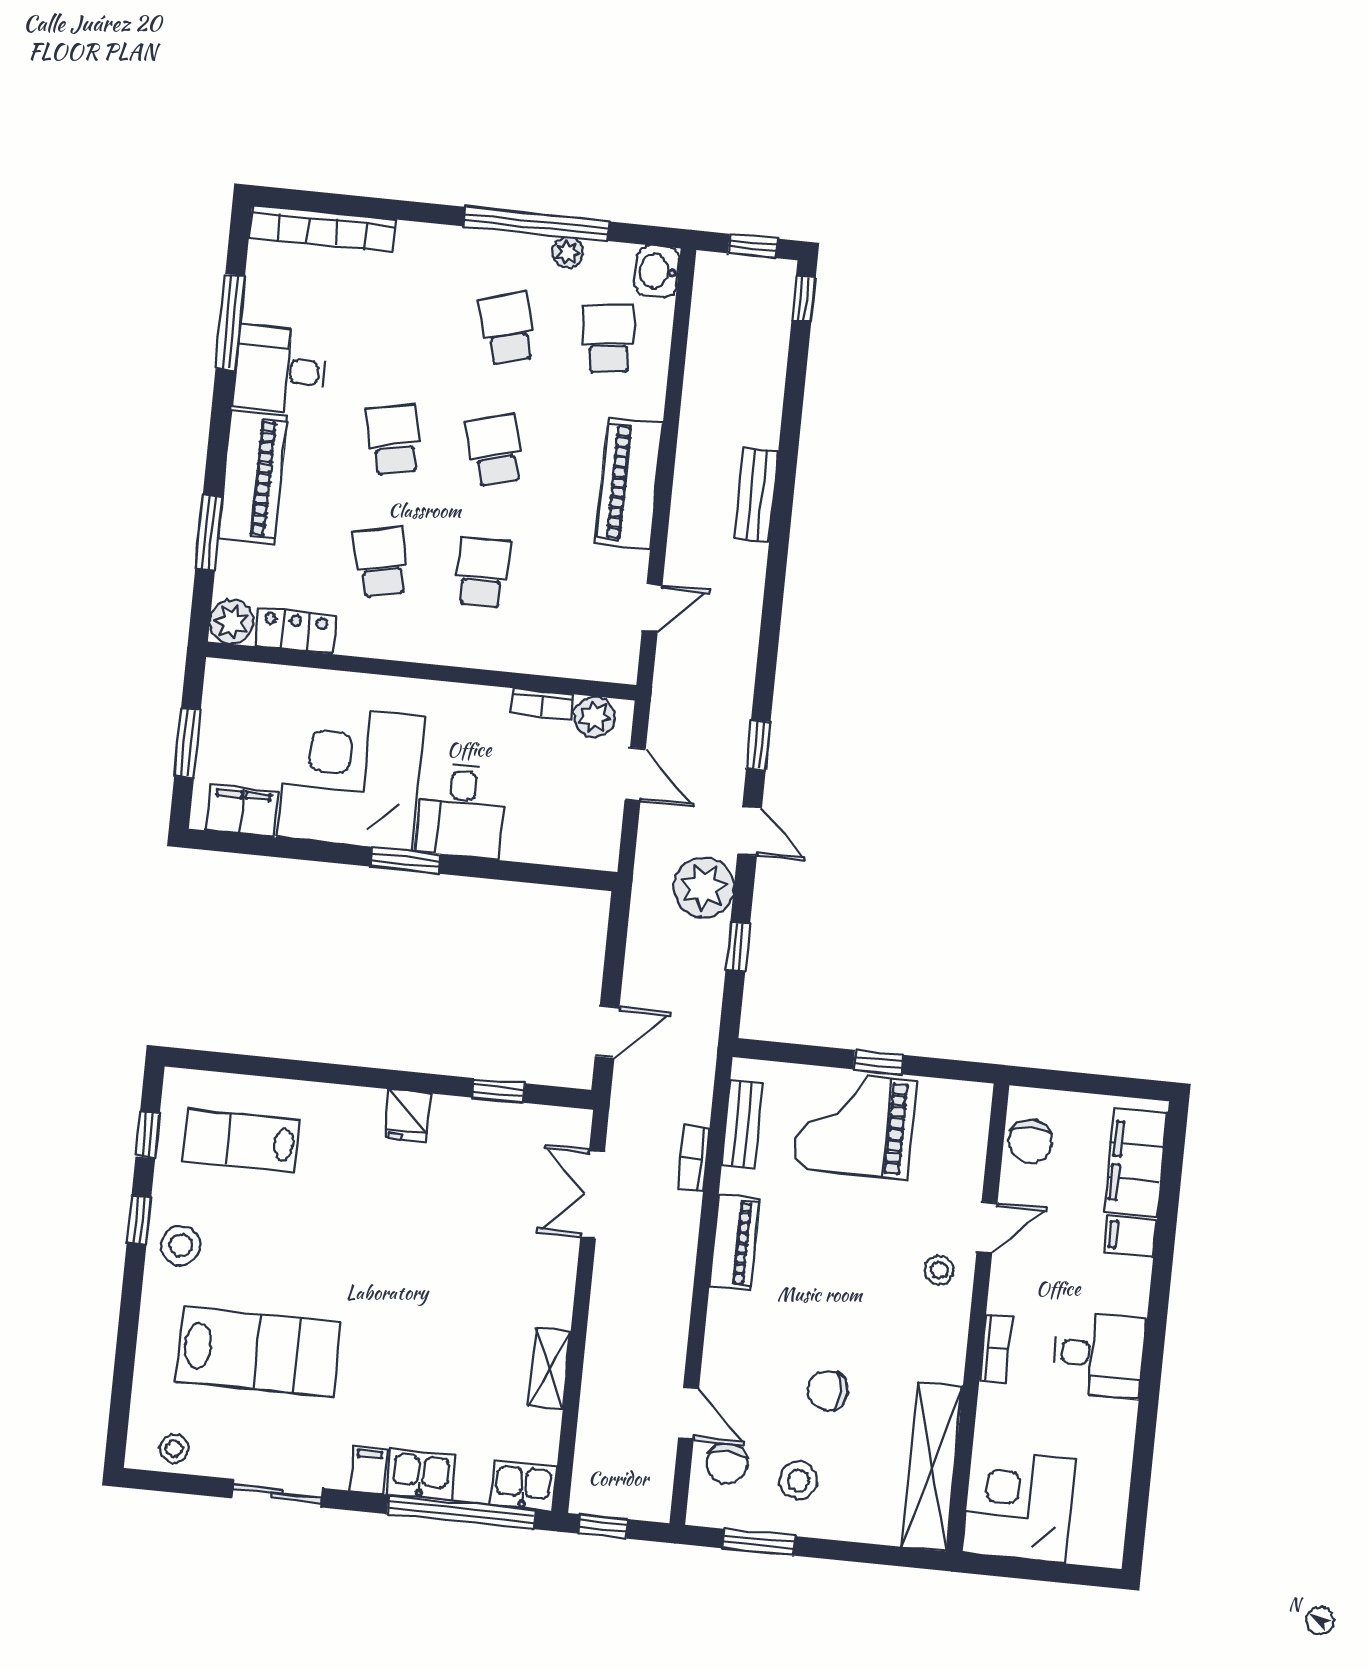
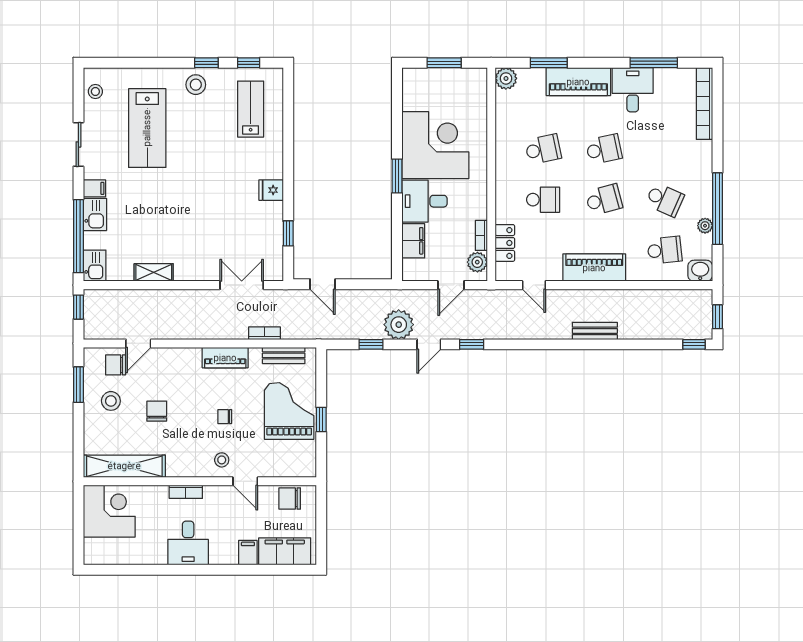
school desk: (507, 328) -> (665, 200), turned 39
locker: (295, 631) -> (505, 243), moved
filing cabinet: (242, 811) -> (413, 241), moved
chair: (853, 1255) -> (225, 417), added

